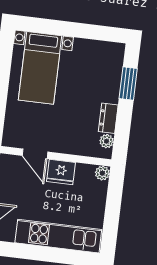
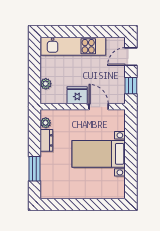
bed with nightstands: (40, 68) -> (99, 154), moved, turned -90
plant: (102, 173) -> (46, 84), moved

